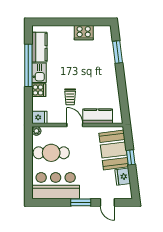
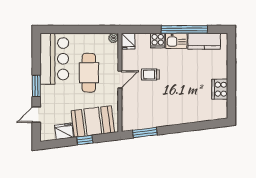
window: (118, 52) -> (145, 133), moved
kitchen counter: (98, 116) -> (129, 104), removed
cafe table: (51, 153) -> (89, 73), moved

